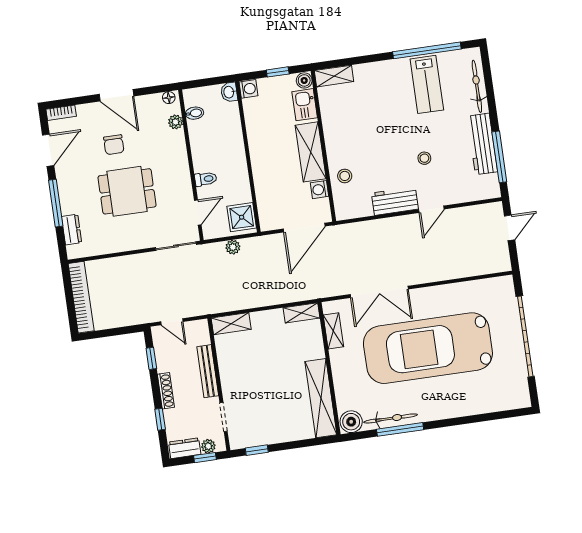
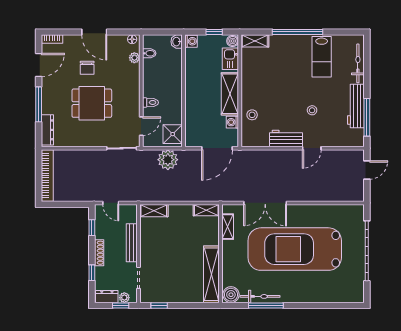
window: (427, 50) -> (298, 32), moved
dresser: (72, 230) -> (47, 130), width x1.44
plant: (233, 247) -> (168, 160), width x1.88, depth x1.88

